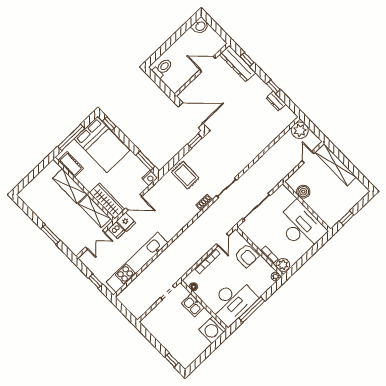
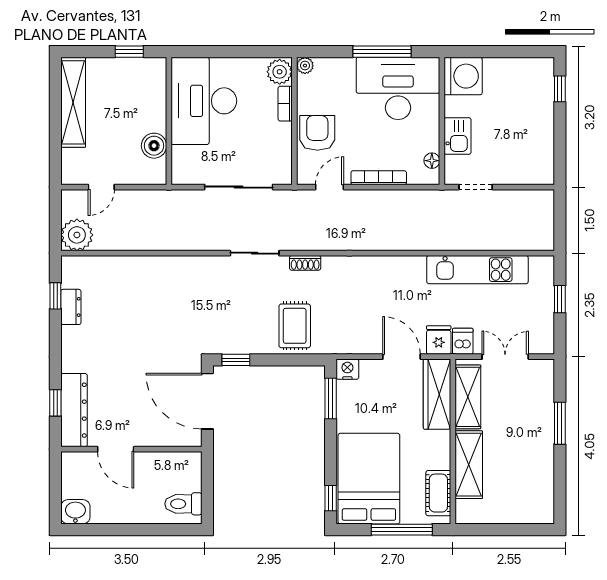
window: (273, 87) -> (55, 296), moved
shelving: (336, 165) -> (73, 102), moved
kitchen unit: (137, 262) -> (477, 270), width x0.73

